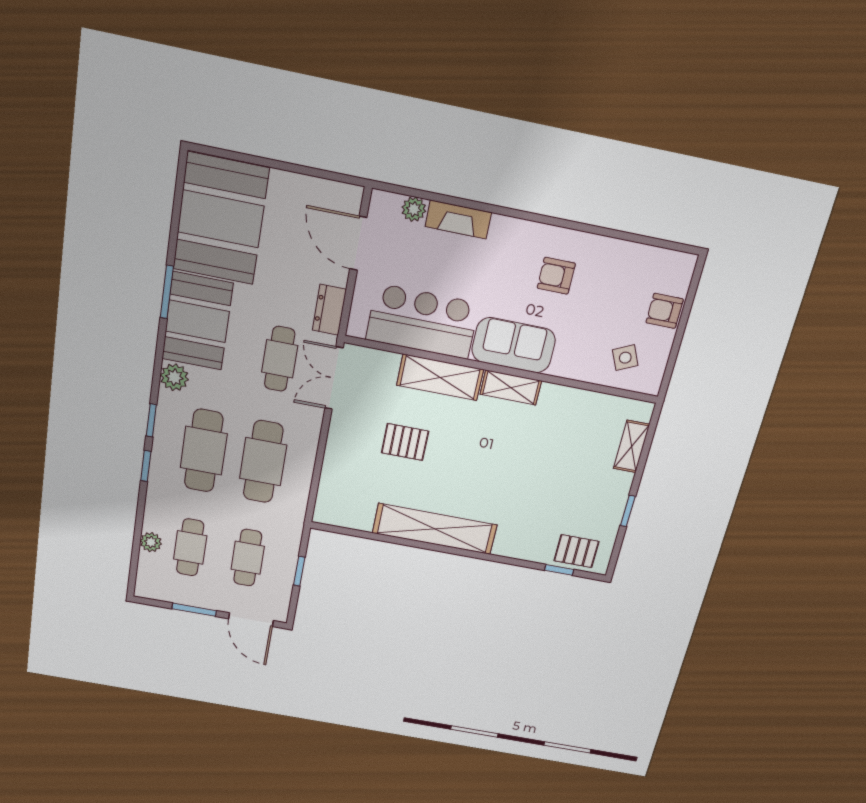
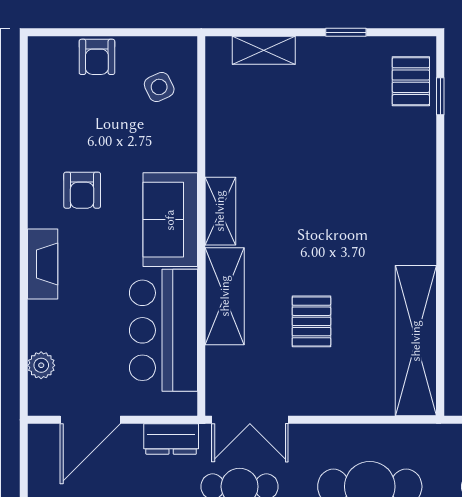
fireplace: (458, 220) -> (43, 264), moved
shelving: (435, 529) -> (416, 341), moved

